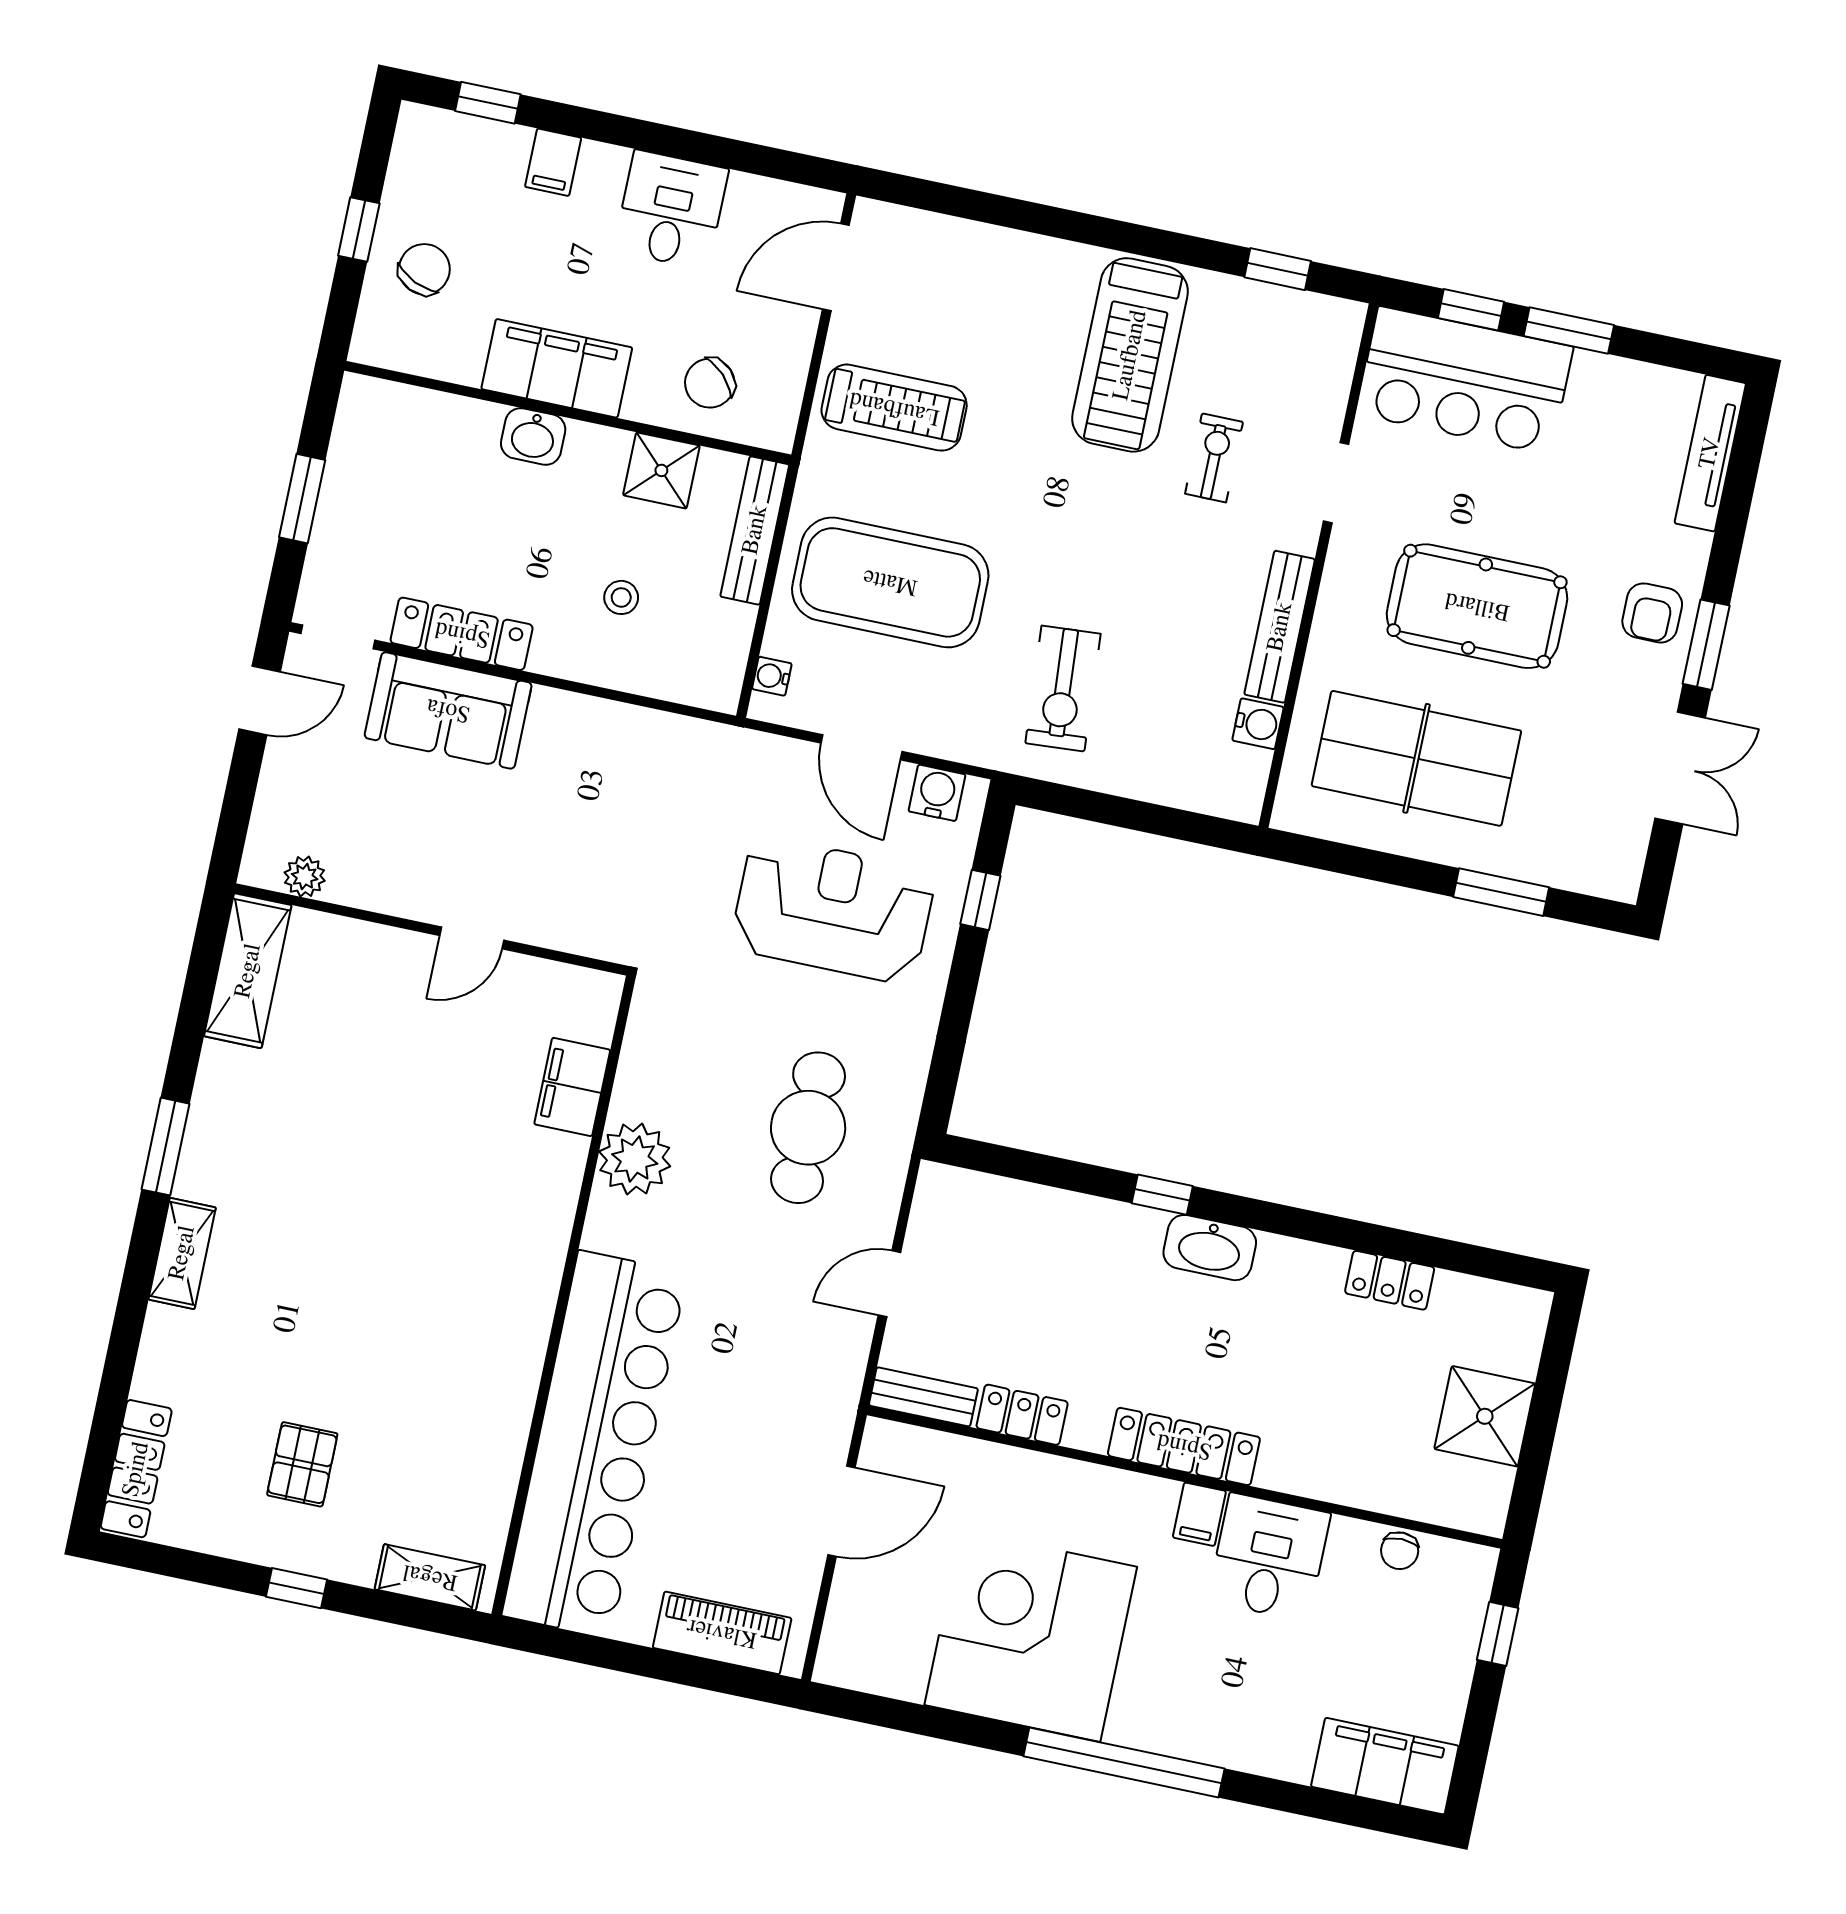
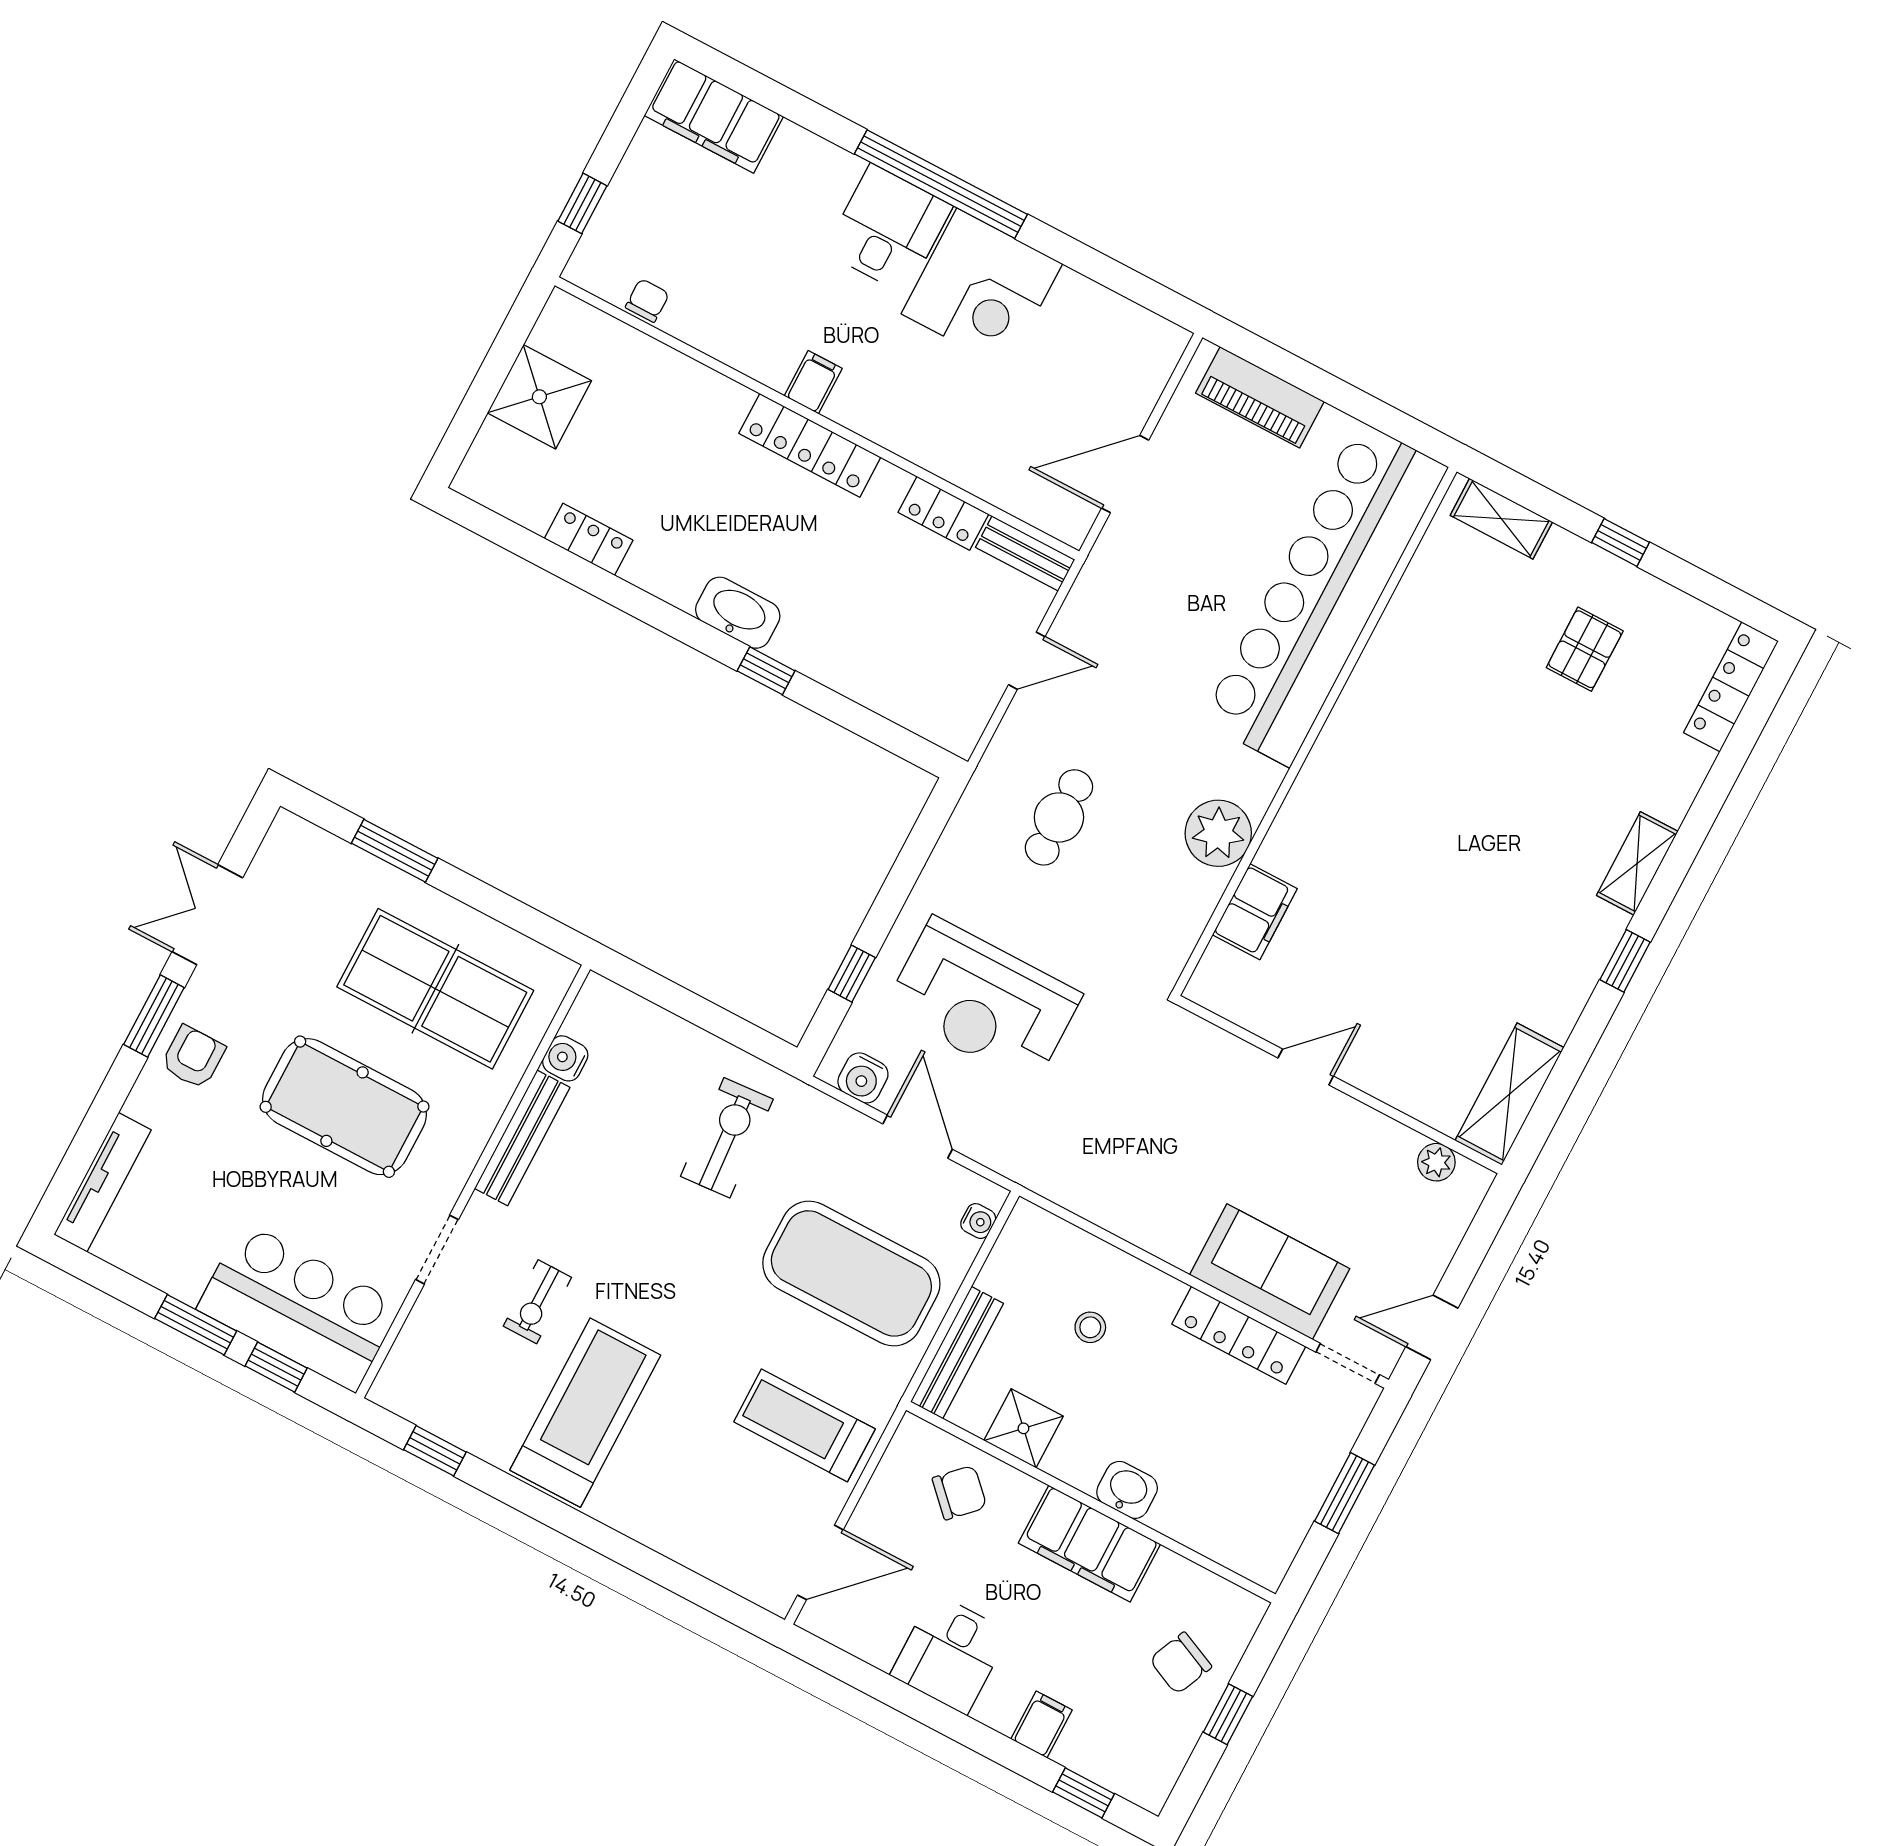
cafe table: (808, 1128) -> (1059, 817), width x0.73, depth x0.74
window: (166, 1147) -> (1625, 961), width x0.67
desk: (1269, 1557) -> (888, 229), moved, turned 180
corner desk: (1031, 1636) -> (982, 289), width x0.74, depth x0.74

